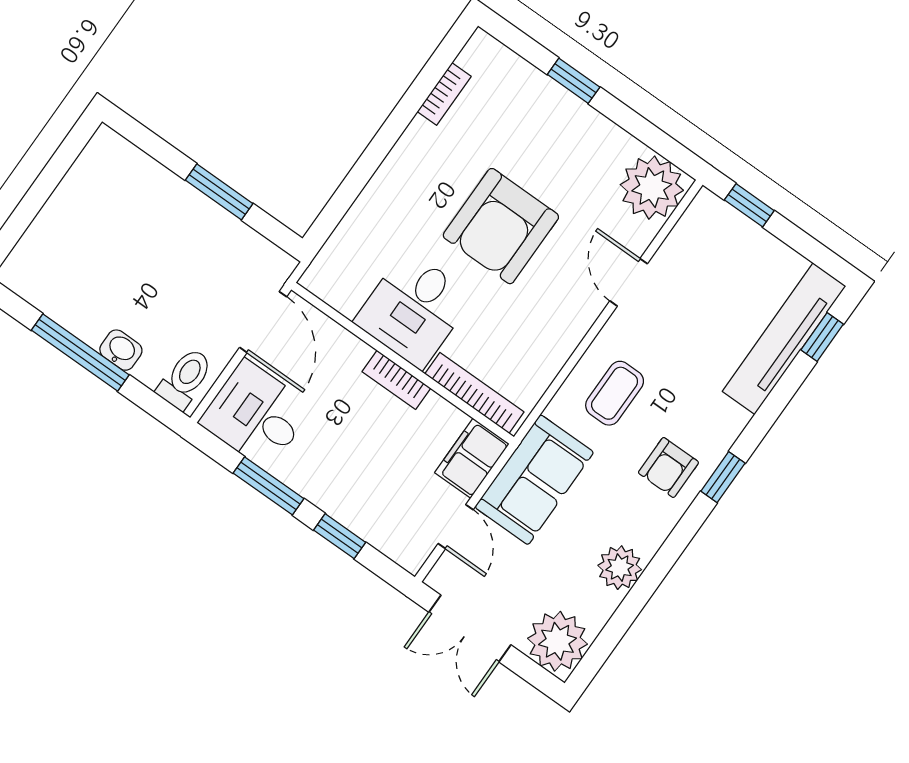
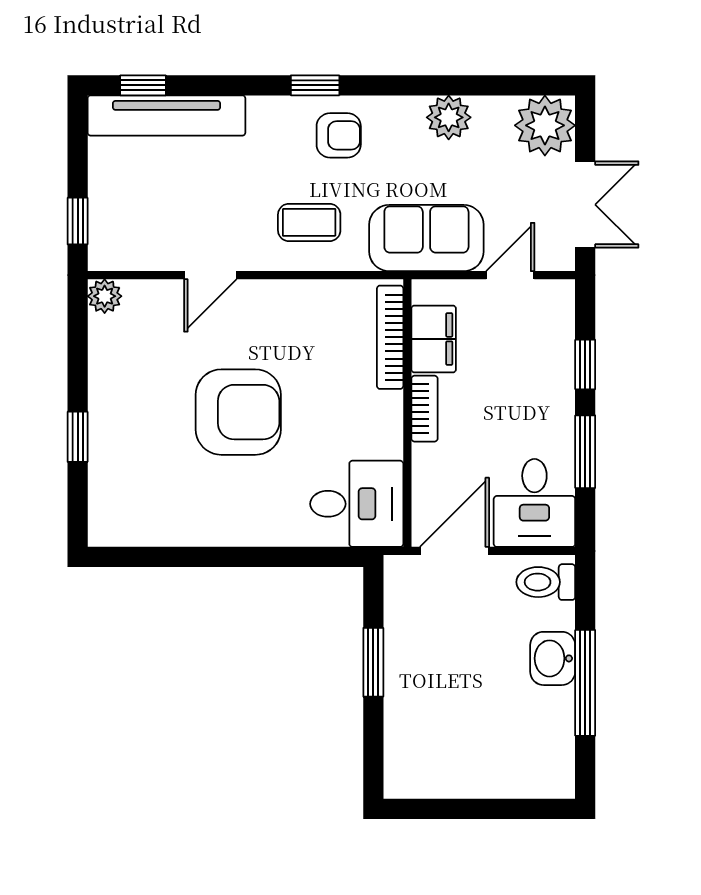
bookcase: (444, 94) -> (163, 535), removed
plant: (652, 188) -> (105, 296), width x0.53, depth x0.53
desk: (414, 309) -> (357, 504), moved
washbasin: (121, 350) -> (553, 658), width x1.38, depth x1.45
filing cabinet: (472, 458) -> (434, 339), moved, turned -90

